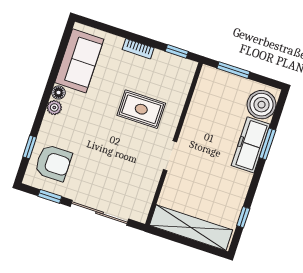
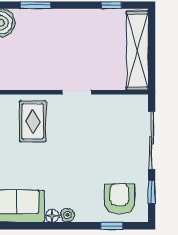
rug: (141, 109) -> (33, 121), moved
freezer: (251, 145) -> (42, 20), removed

